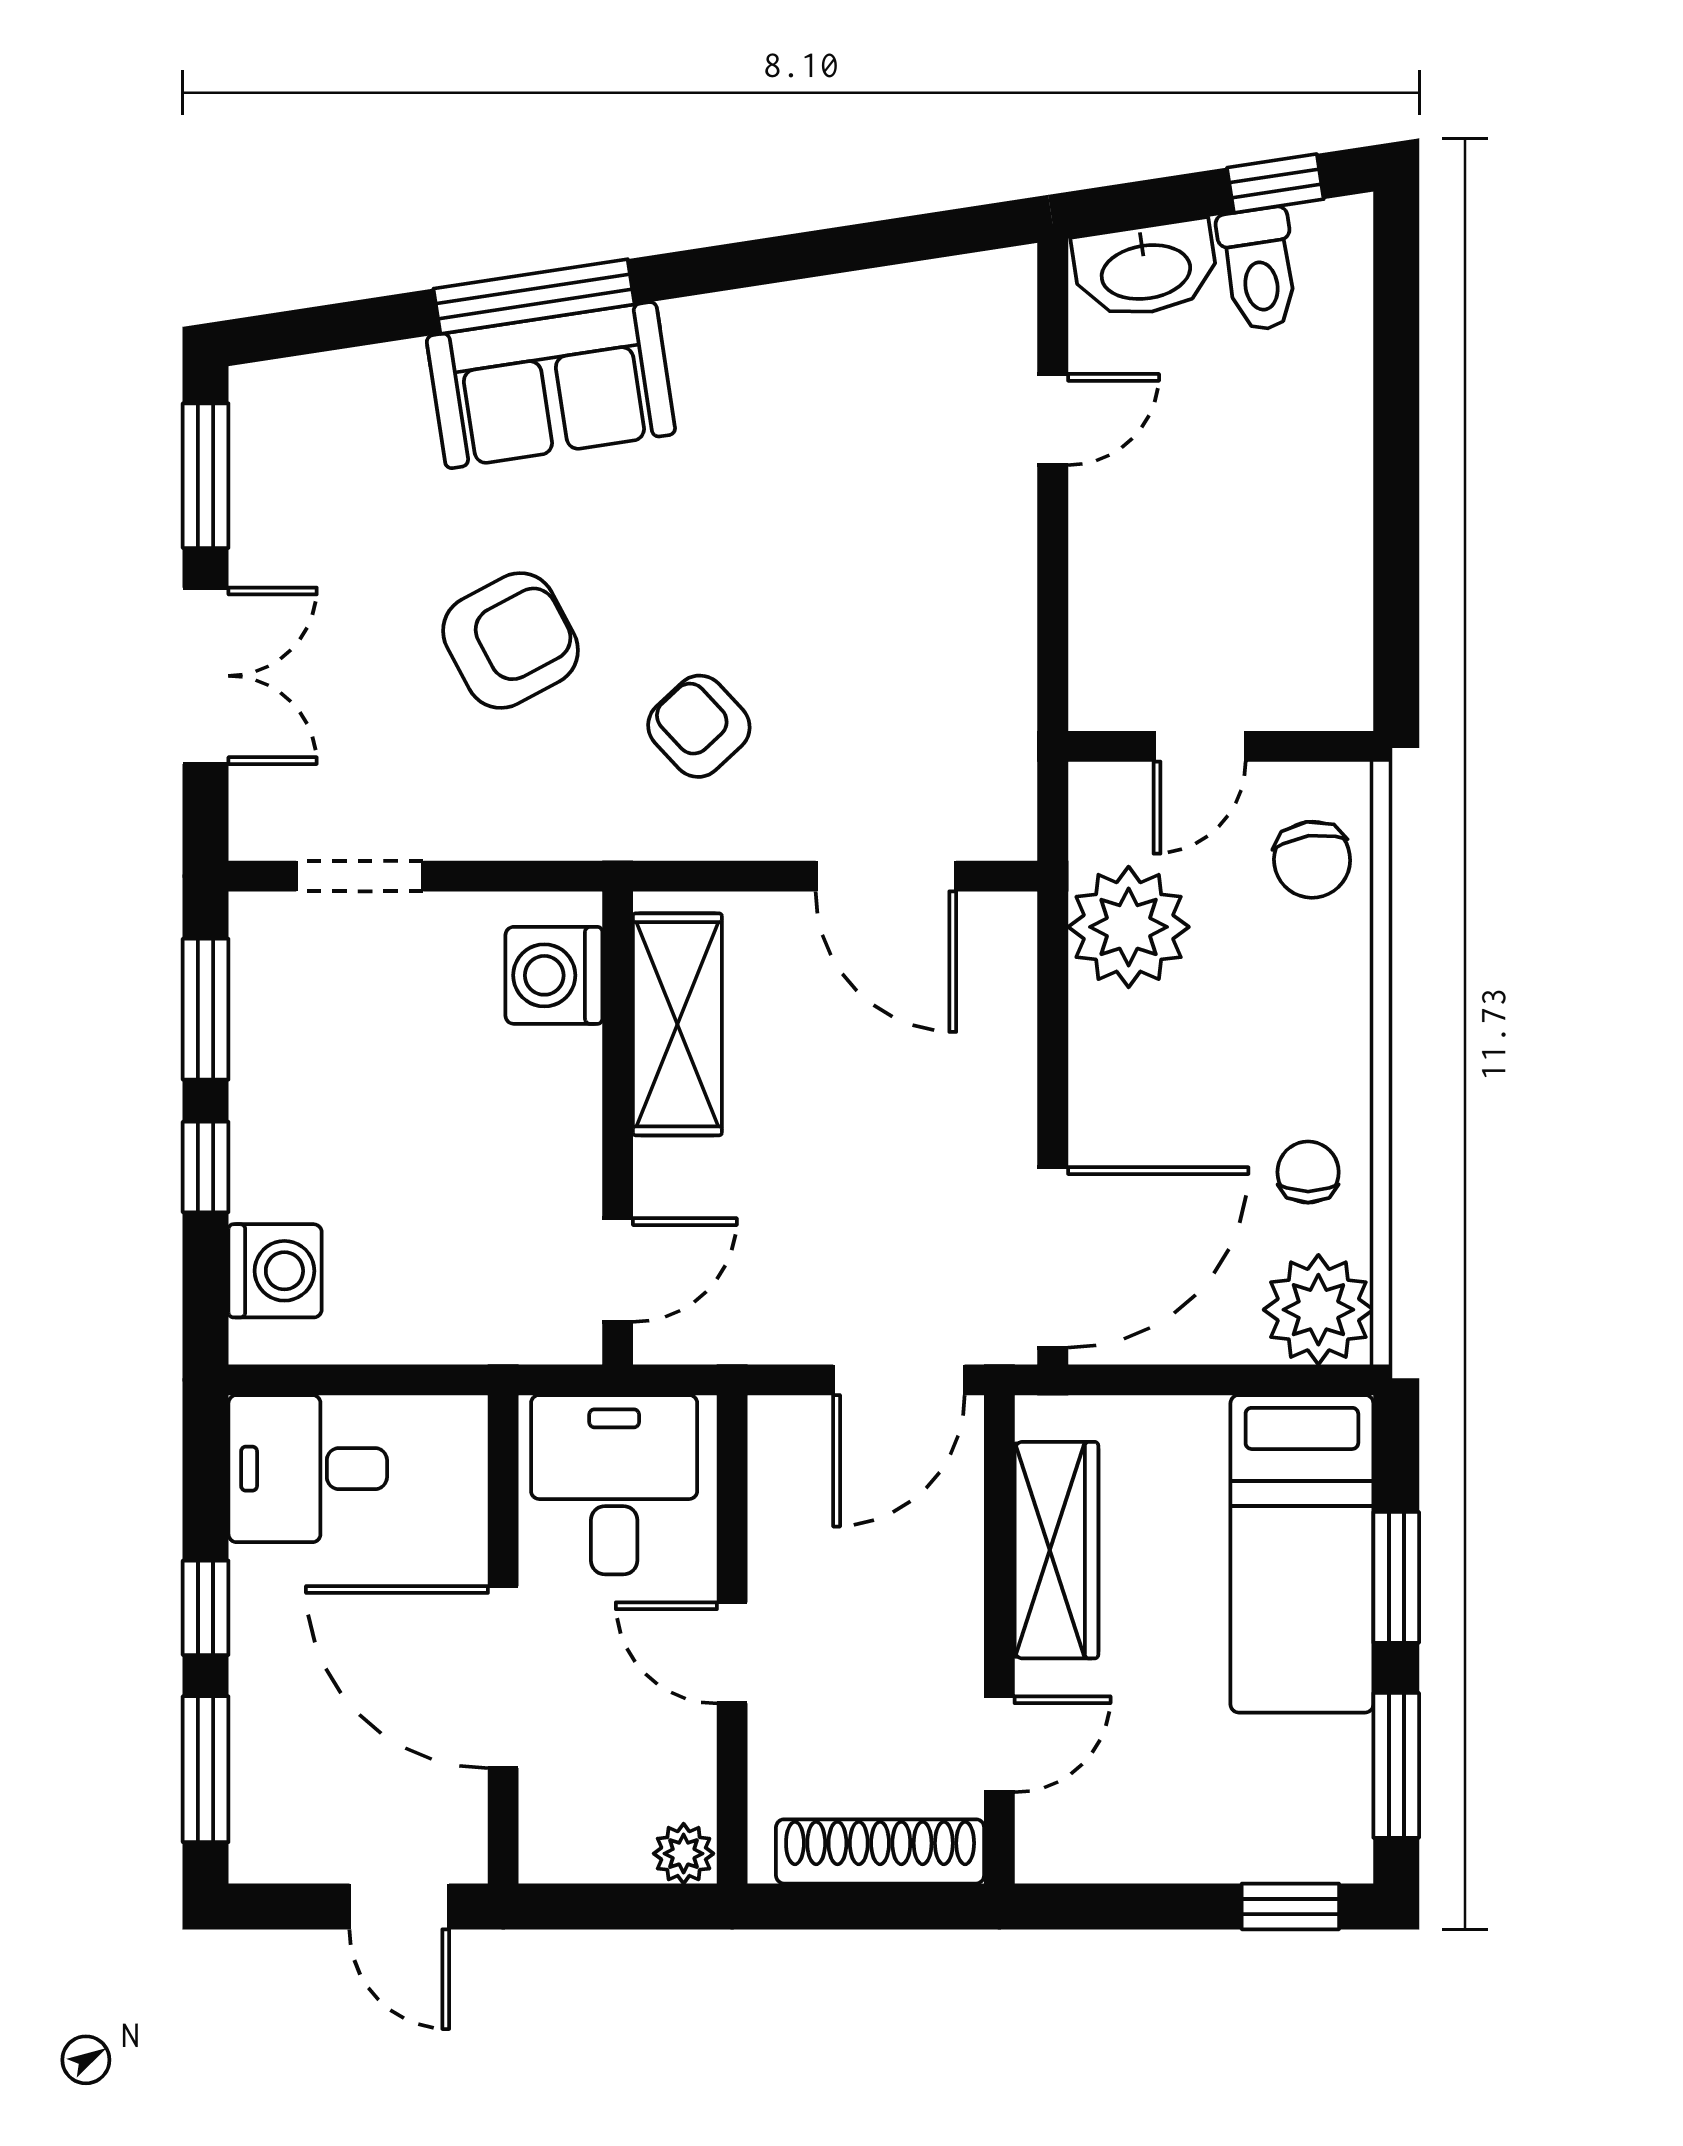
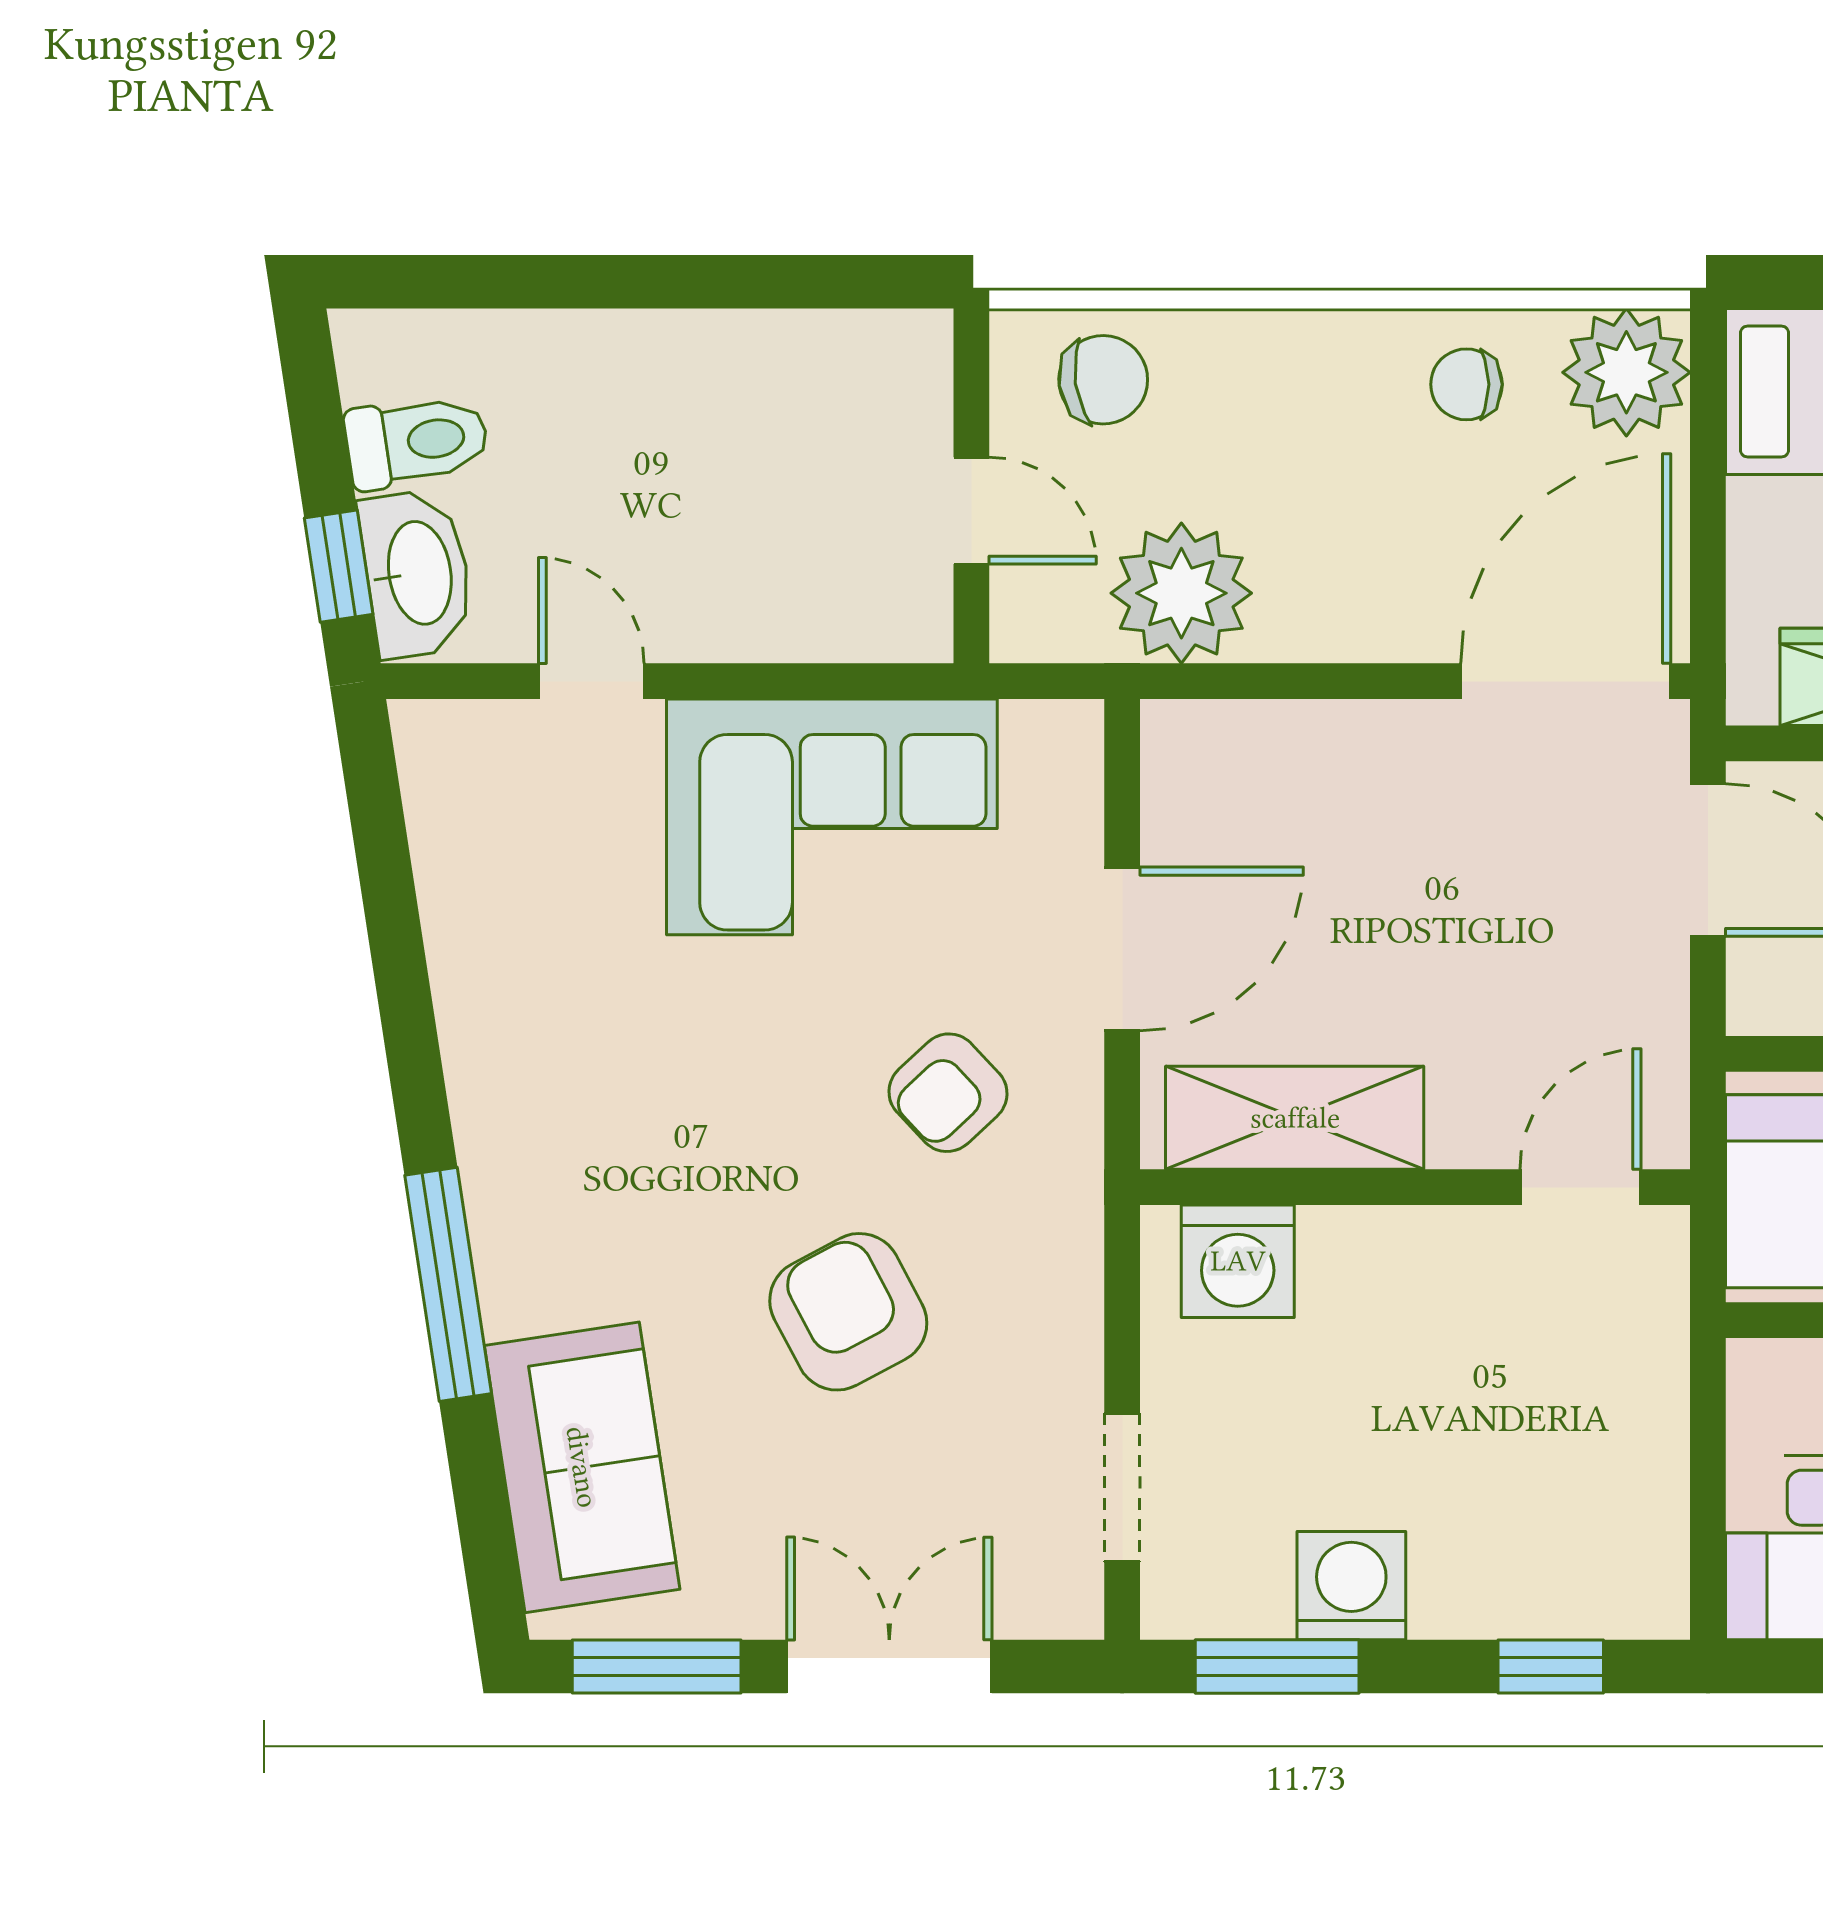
window: (1275, 183) -> (339, 566), moved
sofa: (551, 385) -> (582, 1467), moved
corner sofa: (936, 626) -> (832, 817), added
door: (886, 876) -> (1122, 949), moved
window: (206, 1167) -> (1551, 1666), moved
door: (1053, 1257) -> (1566, 681), hinge flipped
door: (618, 1270) -> (1580, 1187), hinge flipped
washing machine: (275, 1271) -> (1351, 1586), moved

